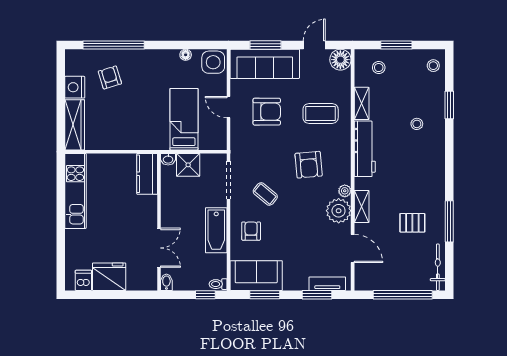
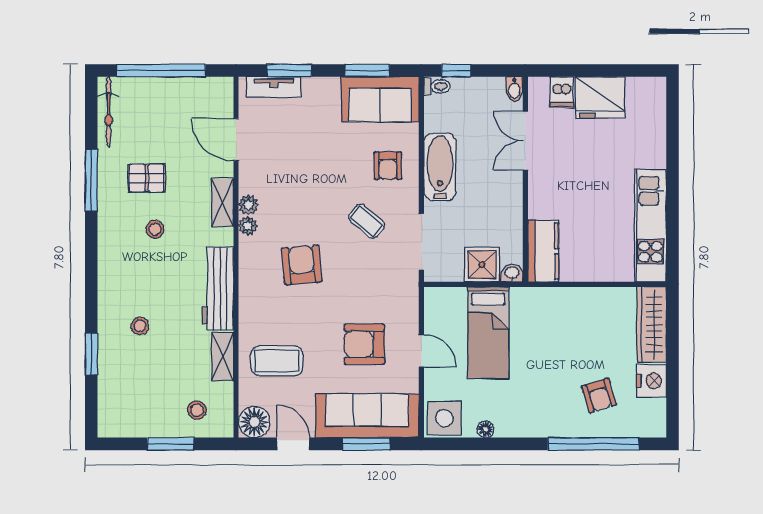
door: (314, 45) -> (293, 444), swing flipped
stool: (433, 66) -> (155, 229), moved
coffee table: (321, 113) -> (277, 361), moved
plant: (339, 211) -> (248, 205), width x0.53, depth x0.53
dishwasher: (83, 280) -> (562, 92), moved

